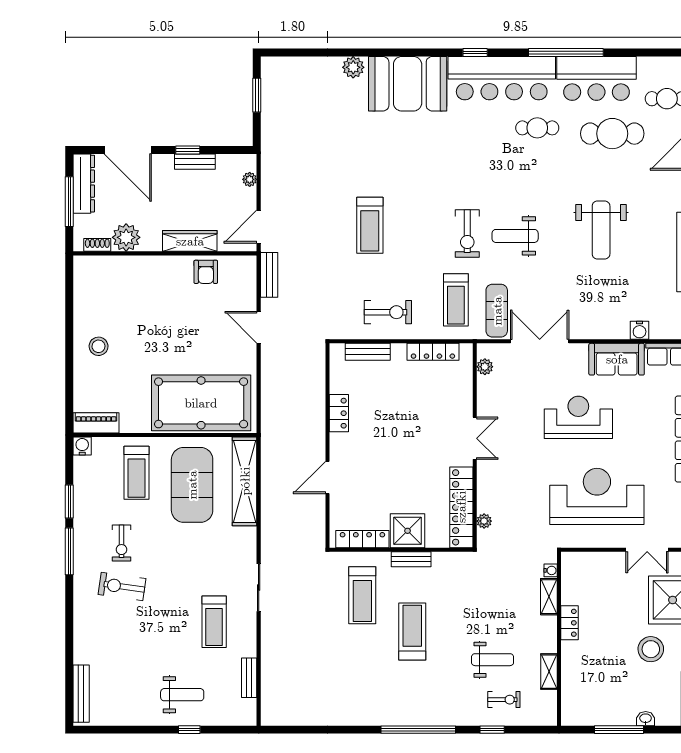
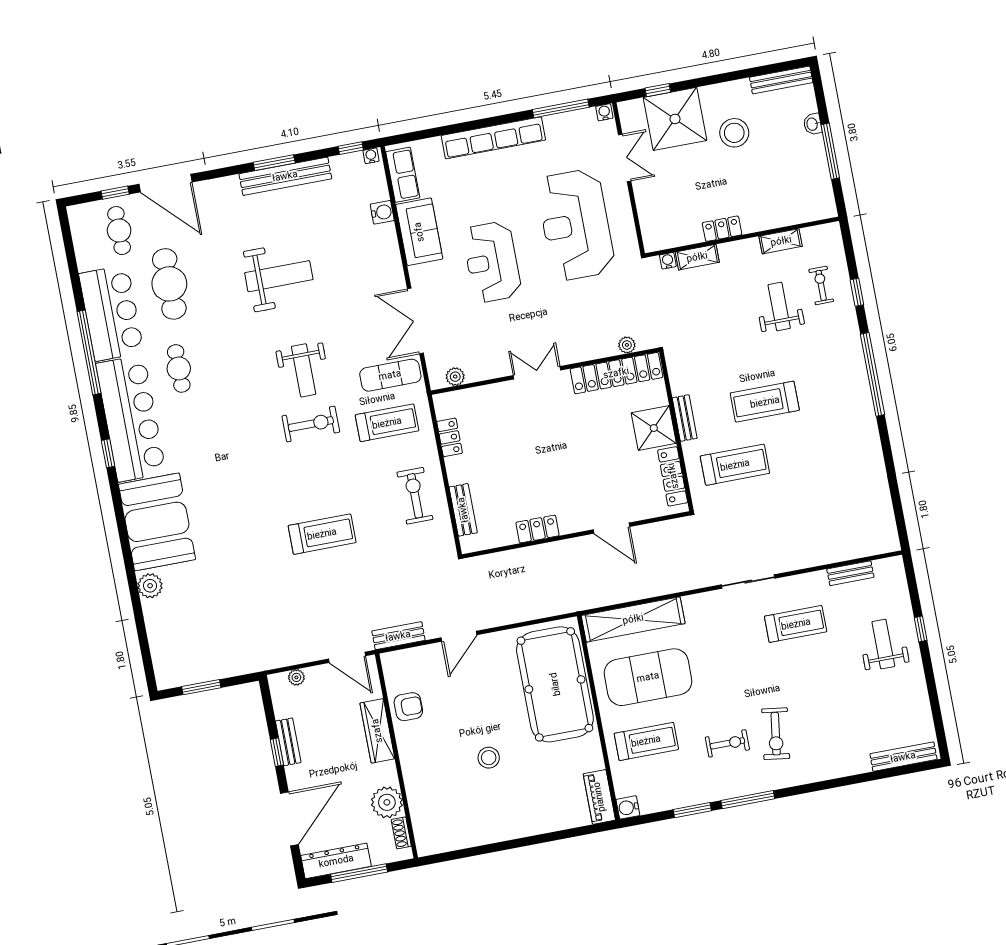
stool: (99, 346) -> (489, 758), moved
locker: (433, 352) -> (450, 437), width x0.66

